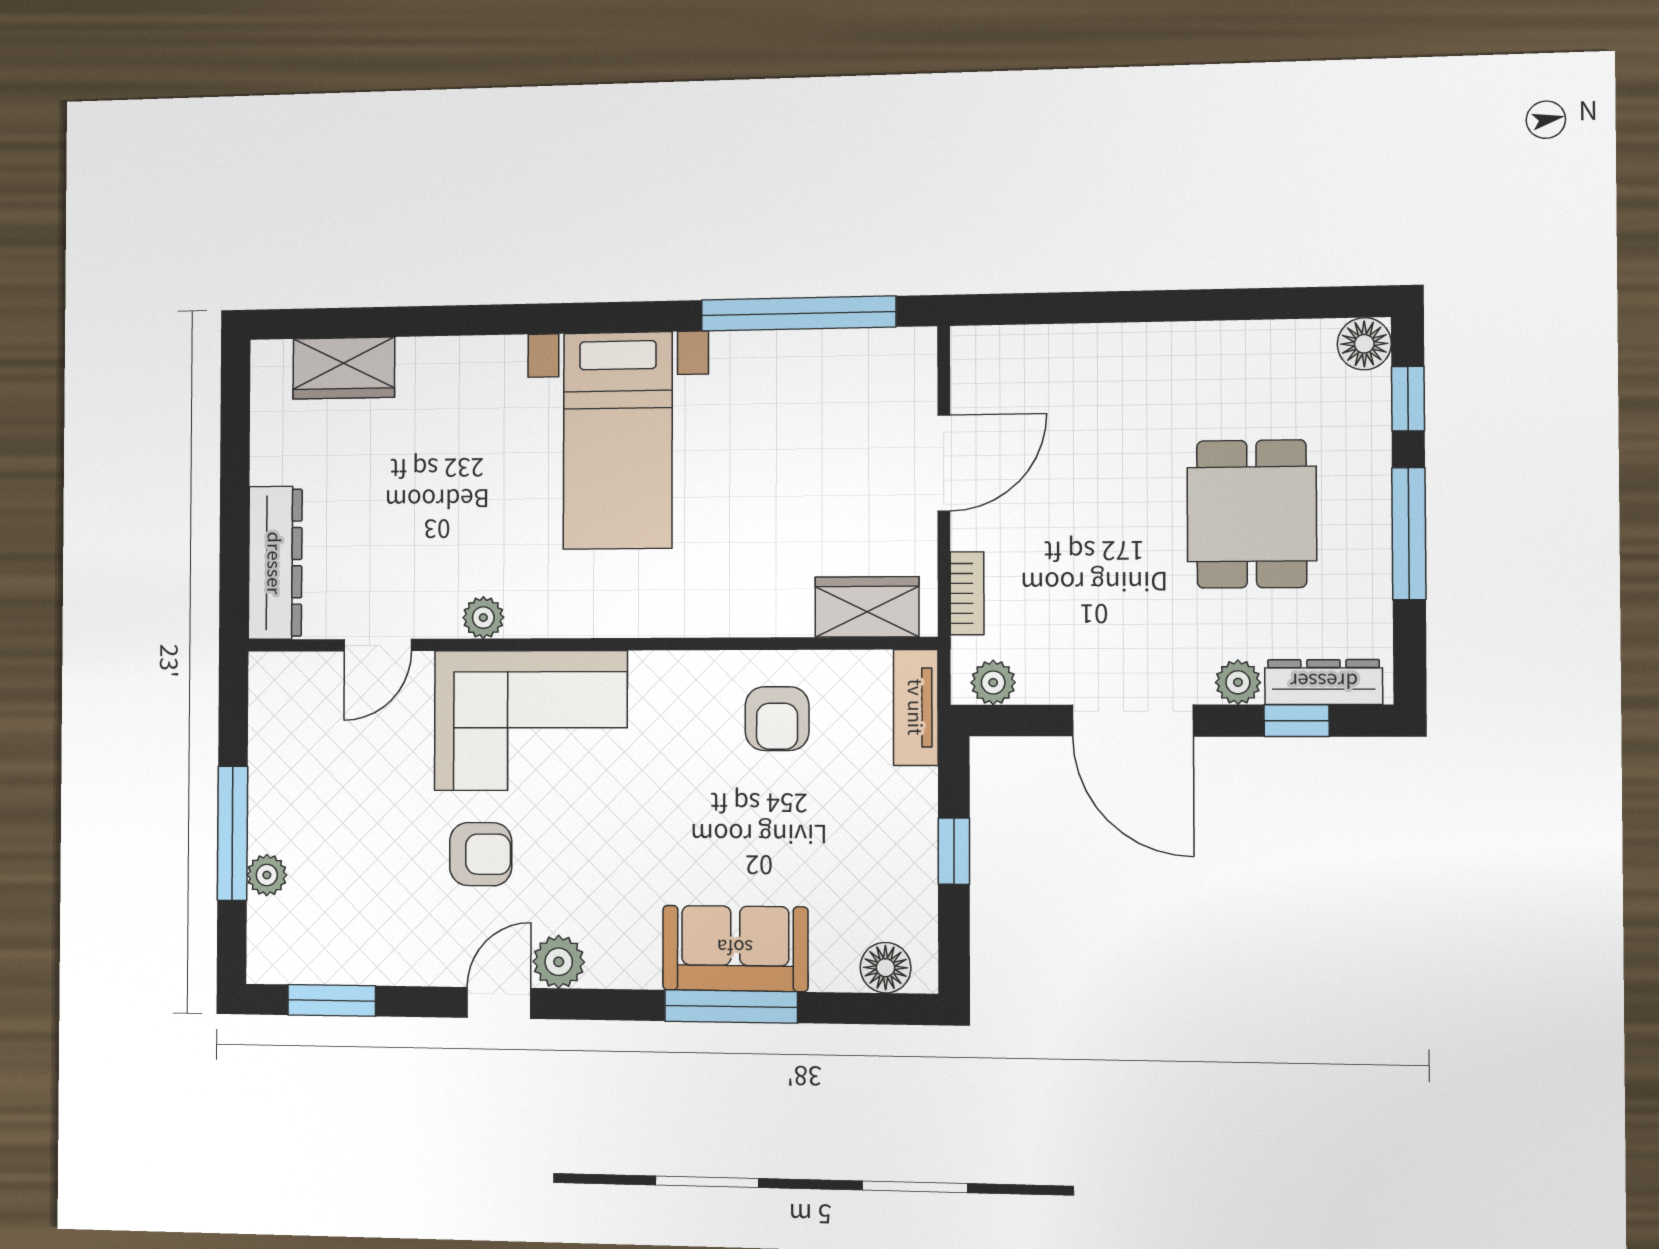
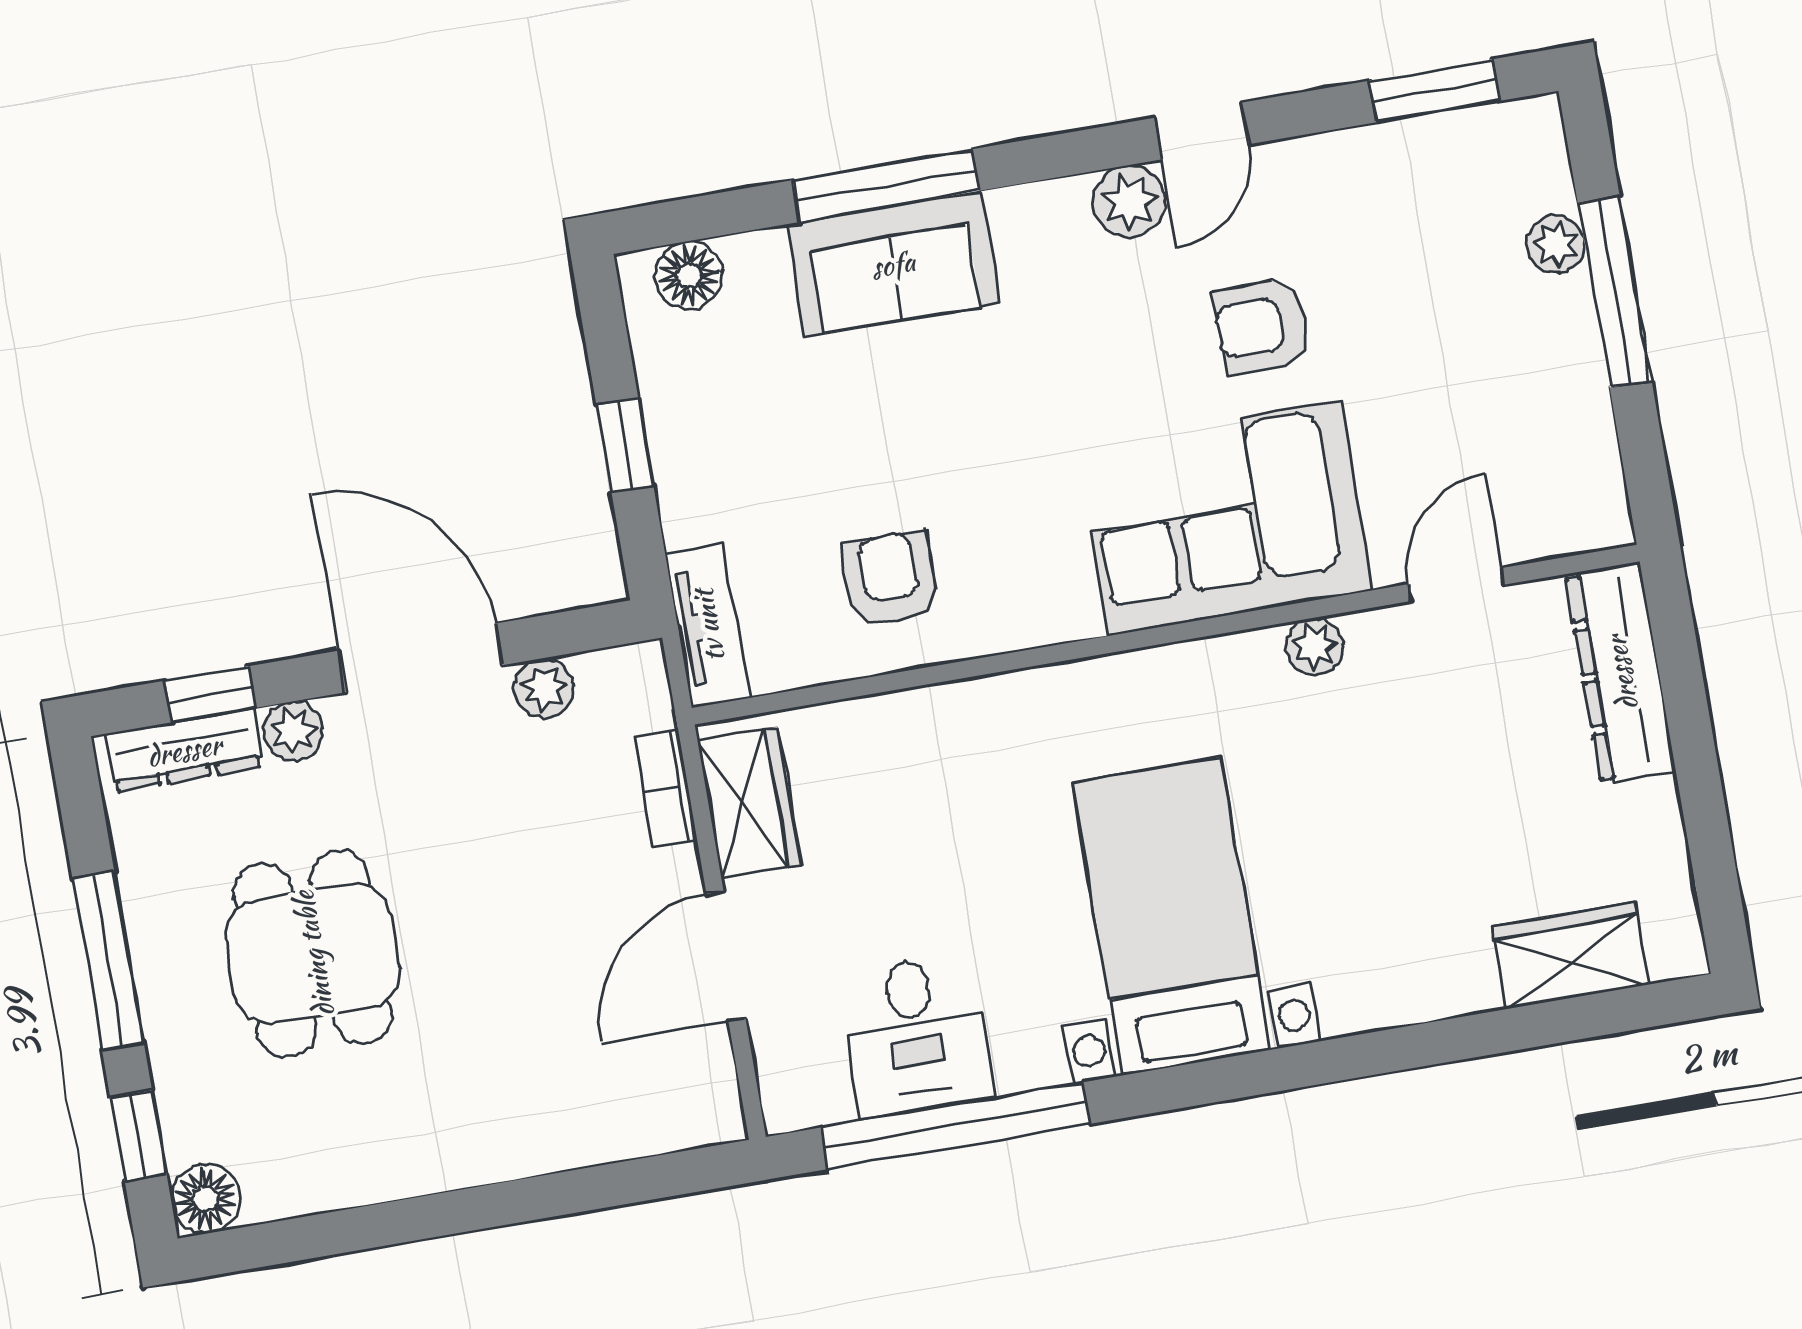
desk: (815, 383) -> (916, 1036), added
wardrobe: (867, 607) -> (749, 803), moved, turned -90
plant: (993, 682) -> (544, 688), moved

